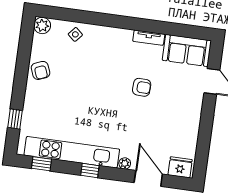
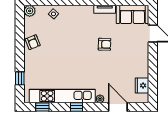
fridge: (180, 167) -> (142, 85), moved, turned -90

